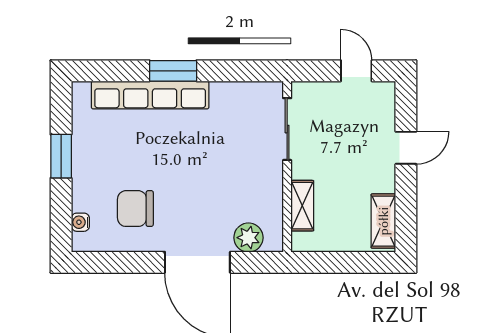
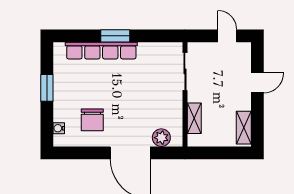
chair: (135, 209) -> (92, 120), turned -90

